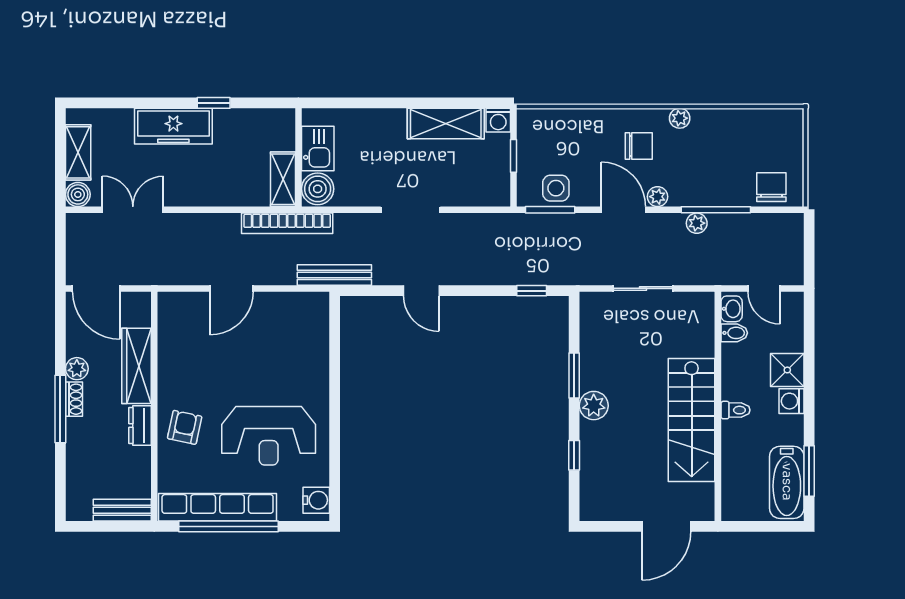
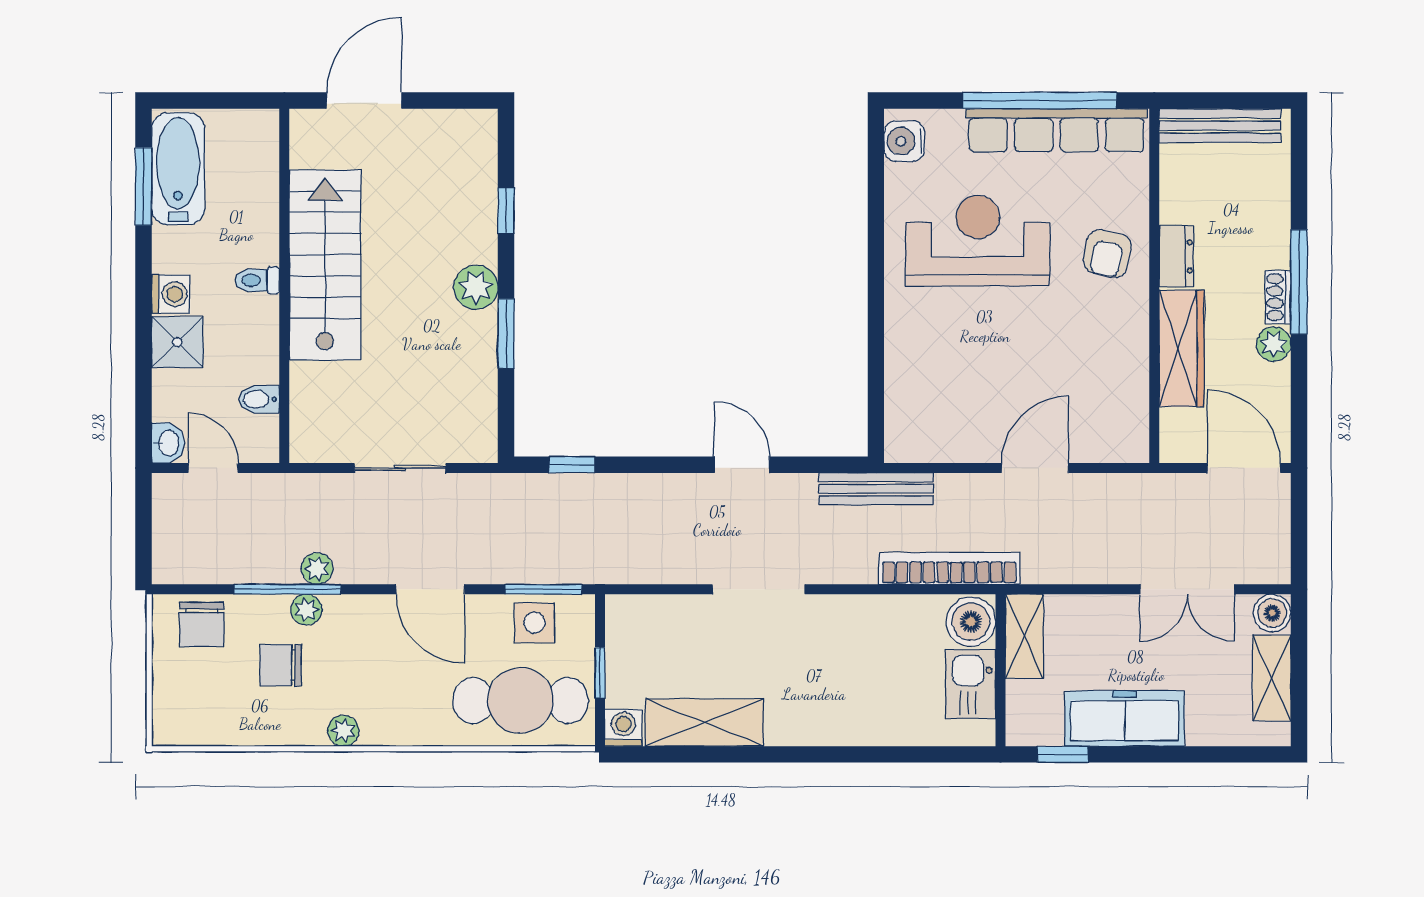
cafe table: (565, 138) -> (520, 701), added
chair: (639, 146) -> (281, 665), moved
kitchen sink: (318, 148) -> (971, 684), moved
wall: (298, 157) -> (1000, 670), moved
shelving: (283, 179) -> (1024, 636), moved
boiler: (318, 189) -> (971, 622), moved
plant: (657, 197) -> (306, 610), moved
washbasin: (732, 309) -> (168, 443), moved, turned 180
bench: (122, 510) -> (1220, 126), width x1.36

